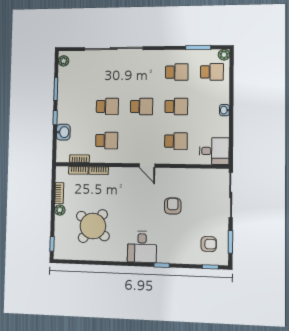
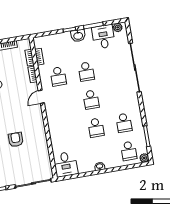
desk: (71, 79) -> (103, 37), added
washbasin: (63, 132) -> (78, 36), moved
school desk: (176, 141) -> (68, 132), removed
door: (147, 166) -> (41, 97), moved
armchair: (173, 206) -> (16, 140), turned -90

